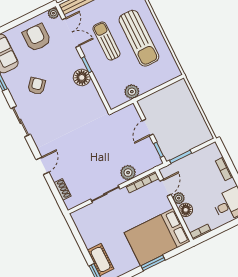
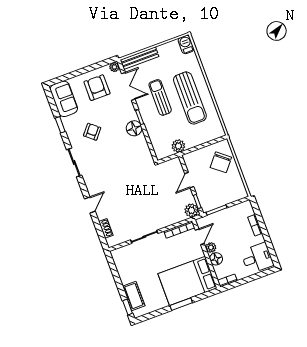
chair: (180, 105) -> (221, 162), added
plant: (128, 173) -> (192, 210), moved

